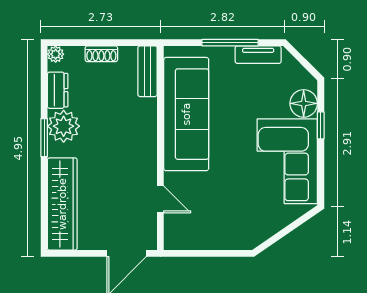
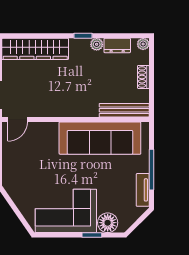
bench: (147, 71) -> (124, 110), width x1.36
plant: (64, 126) -> (97, 44), width x0.53, depth x0.53
window: (44, 138) -> (83, 36), width x0.67
door: (160, 199) -> (18, 120), moved

